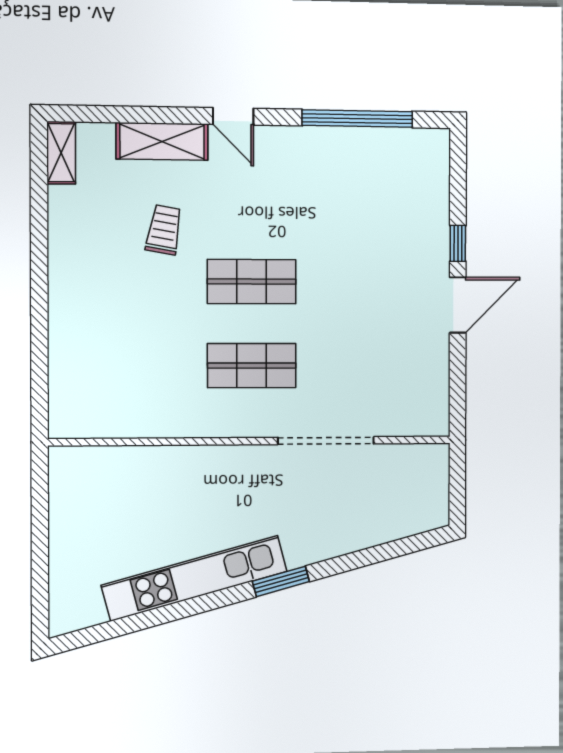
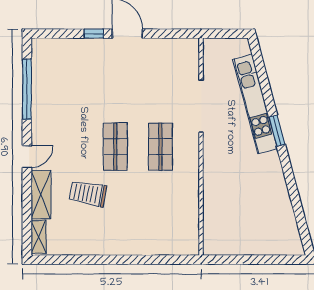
shelving: (61, 153) -> (39, 237), moved, turned 90
trolley: (164, 230) -> (88, 194), width x1.36, depth x1.39
kitchen unit: (195, 578) -> (255, 104), moved

